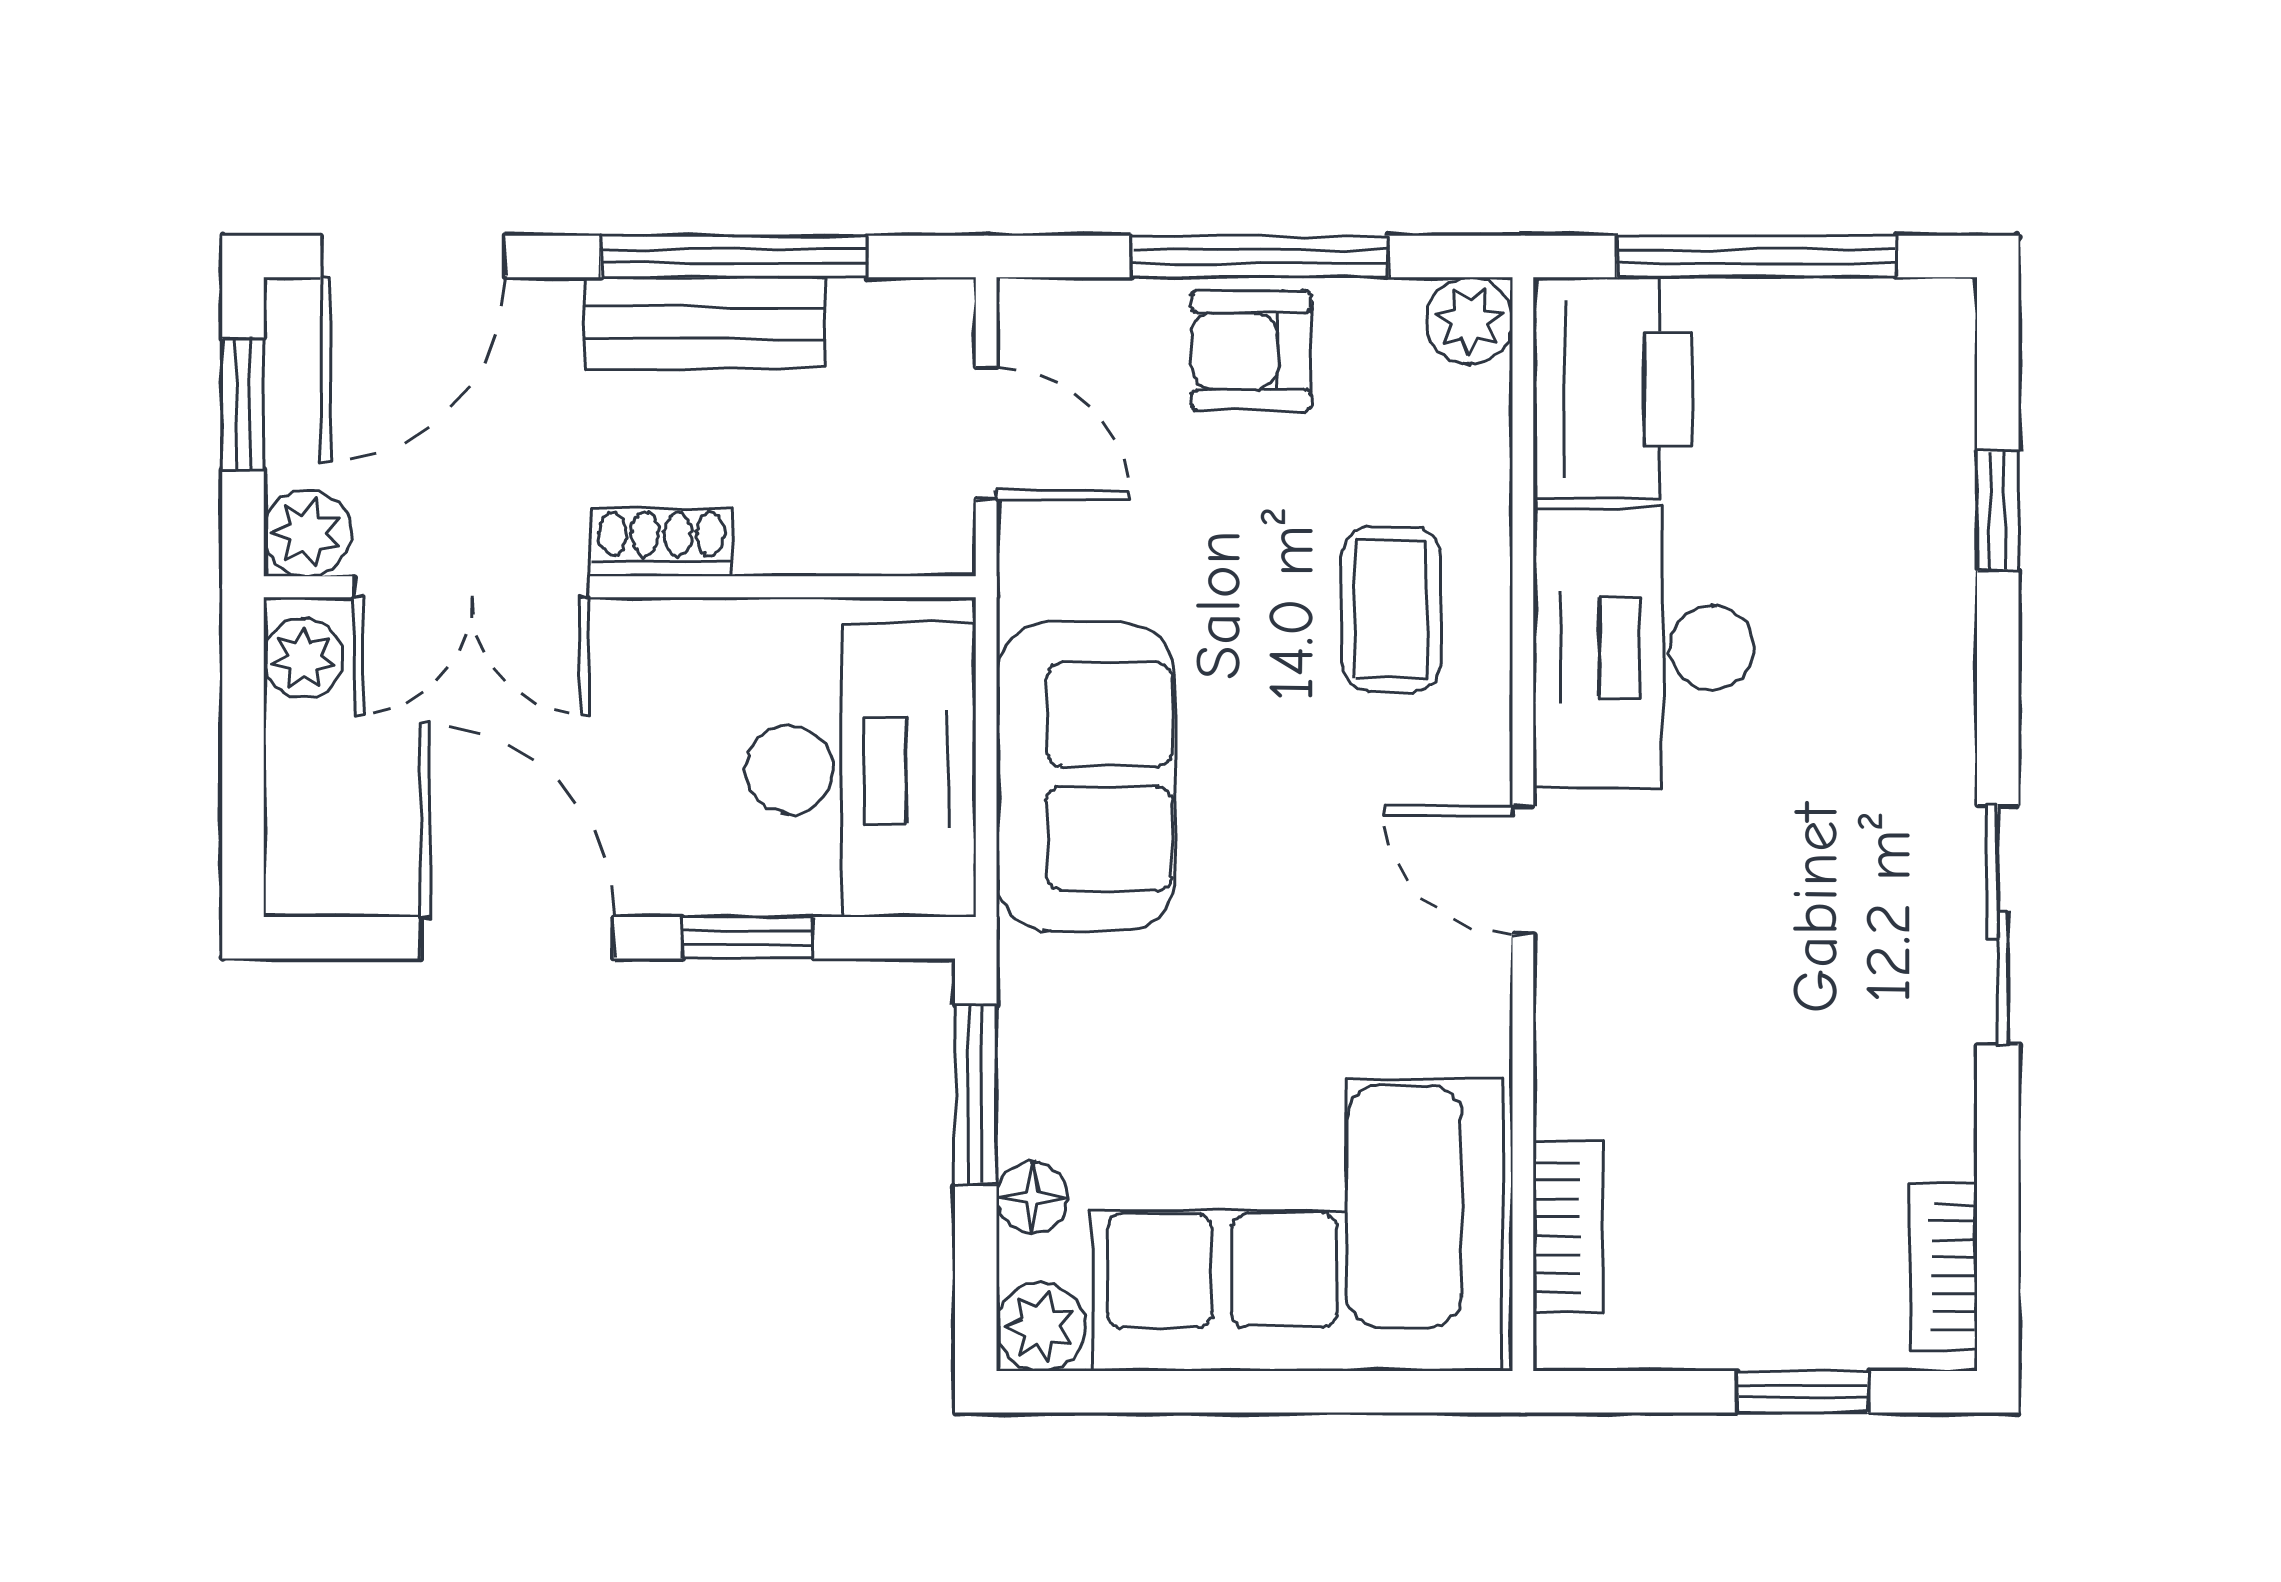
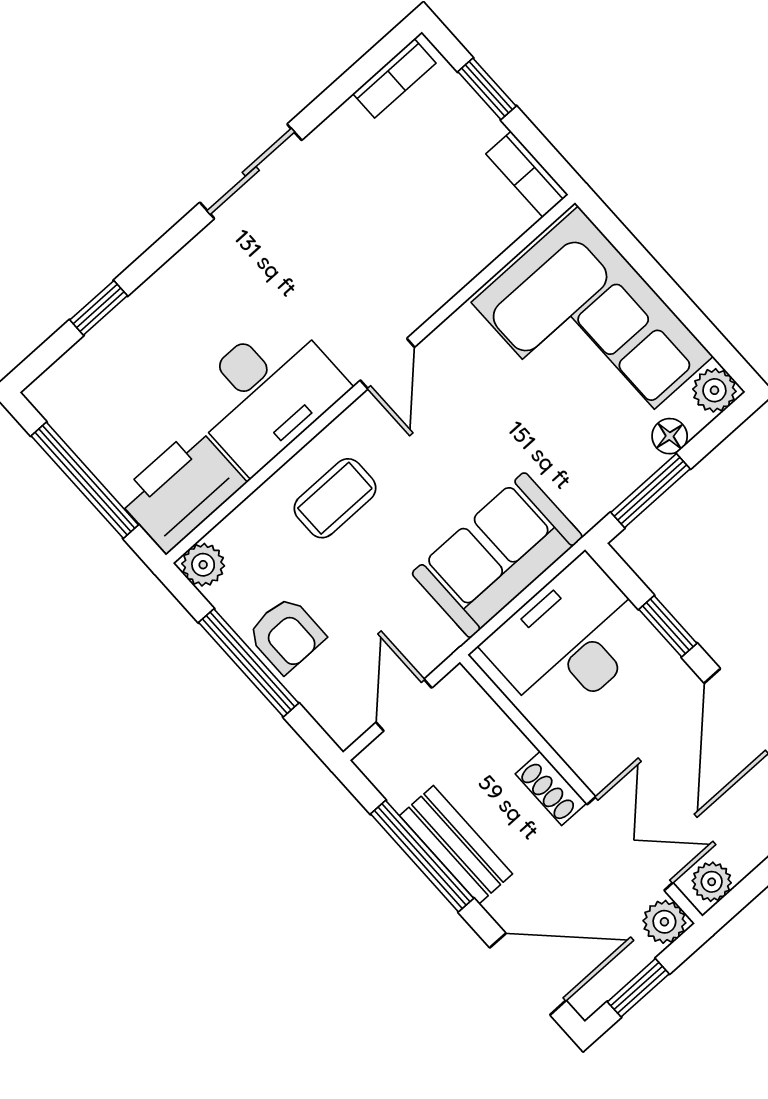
bookcase: (1568, 1227) -> (527, 174), moved, turned -90

